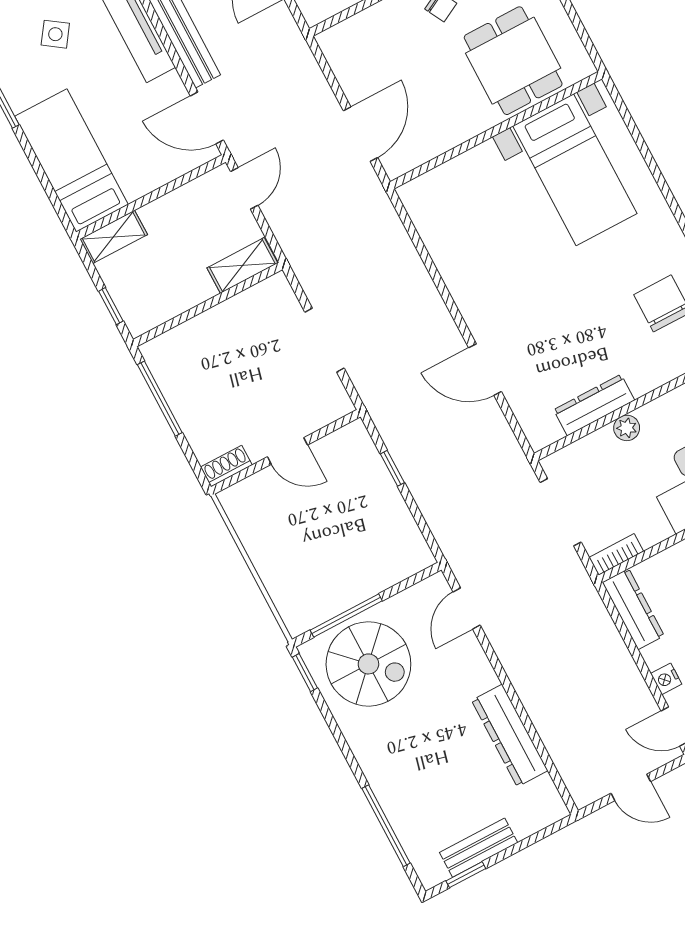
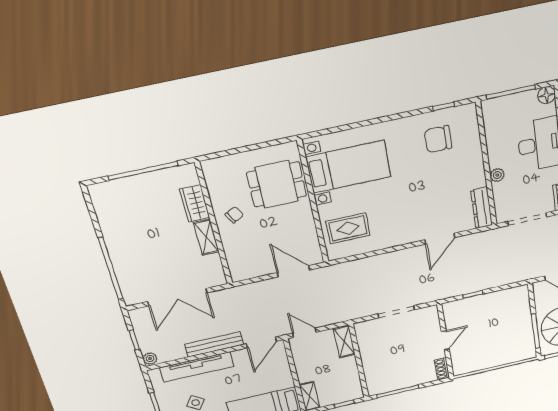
rug: (464, 203) -> (348, 228), added
dresser: (594, 405) -> (482, 208), moved

